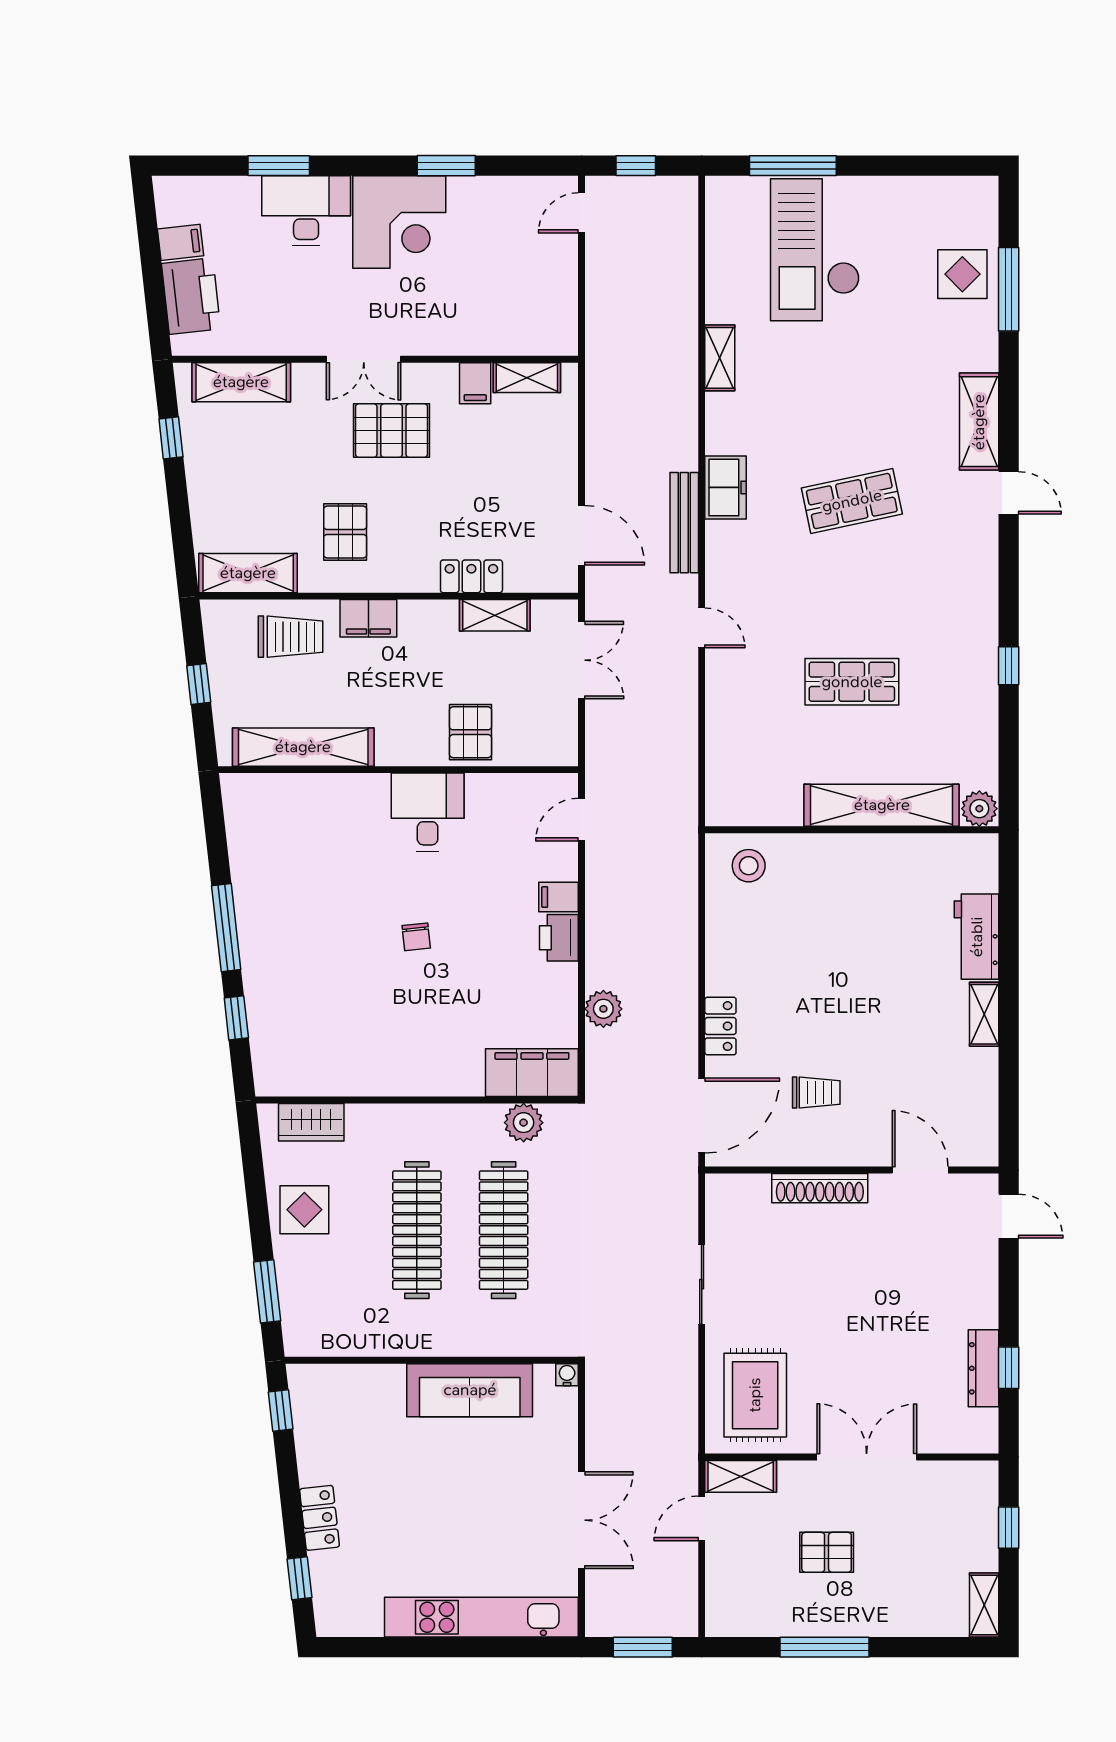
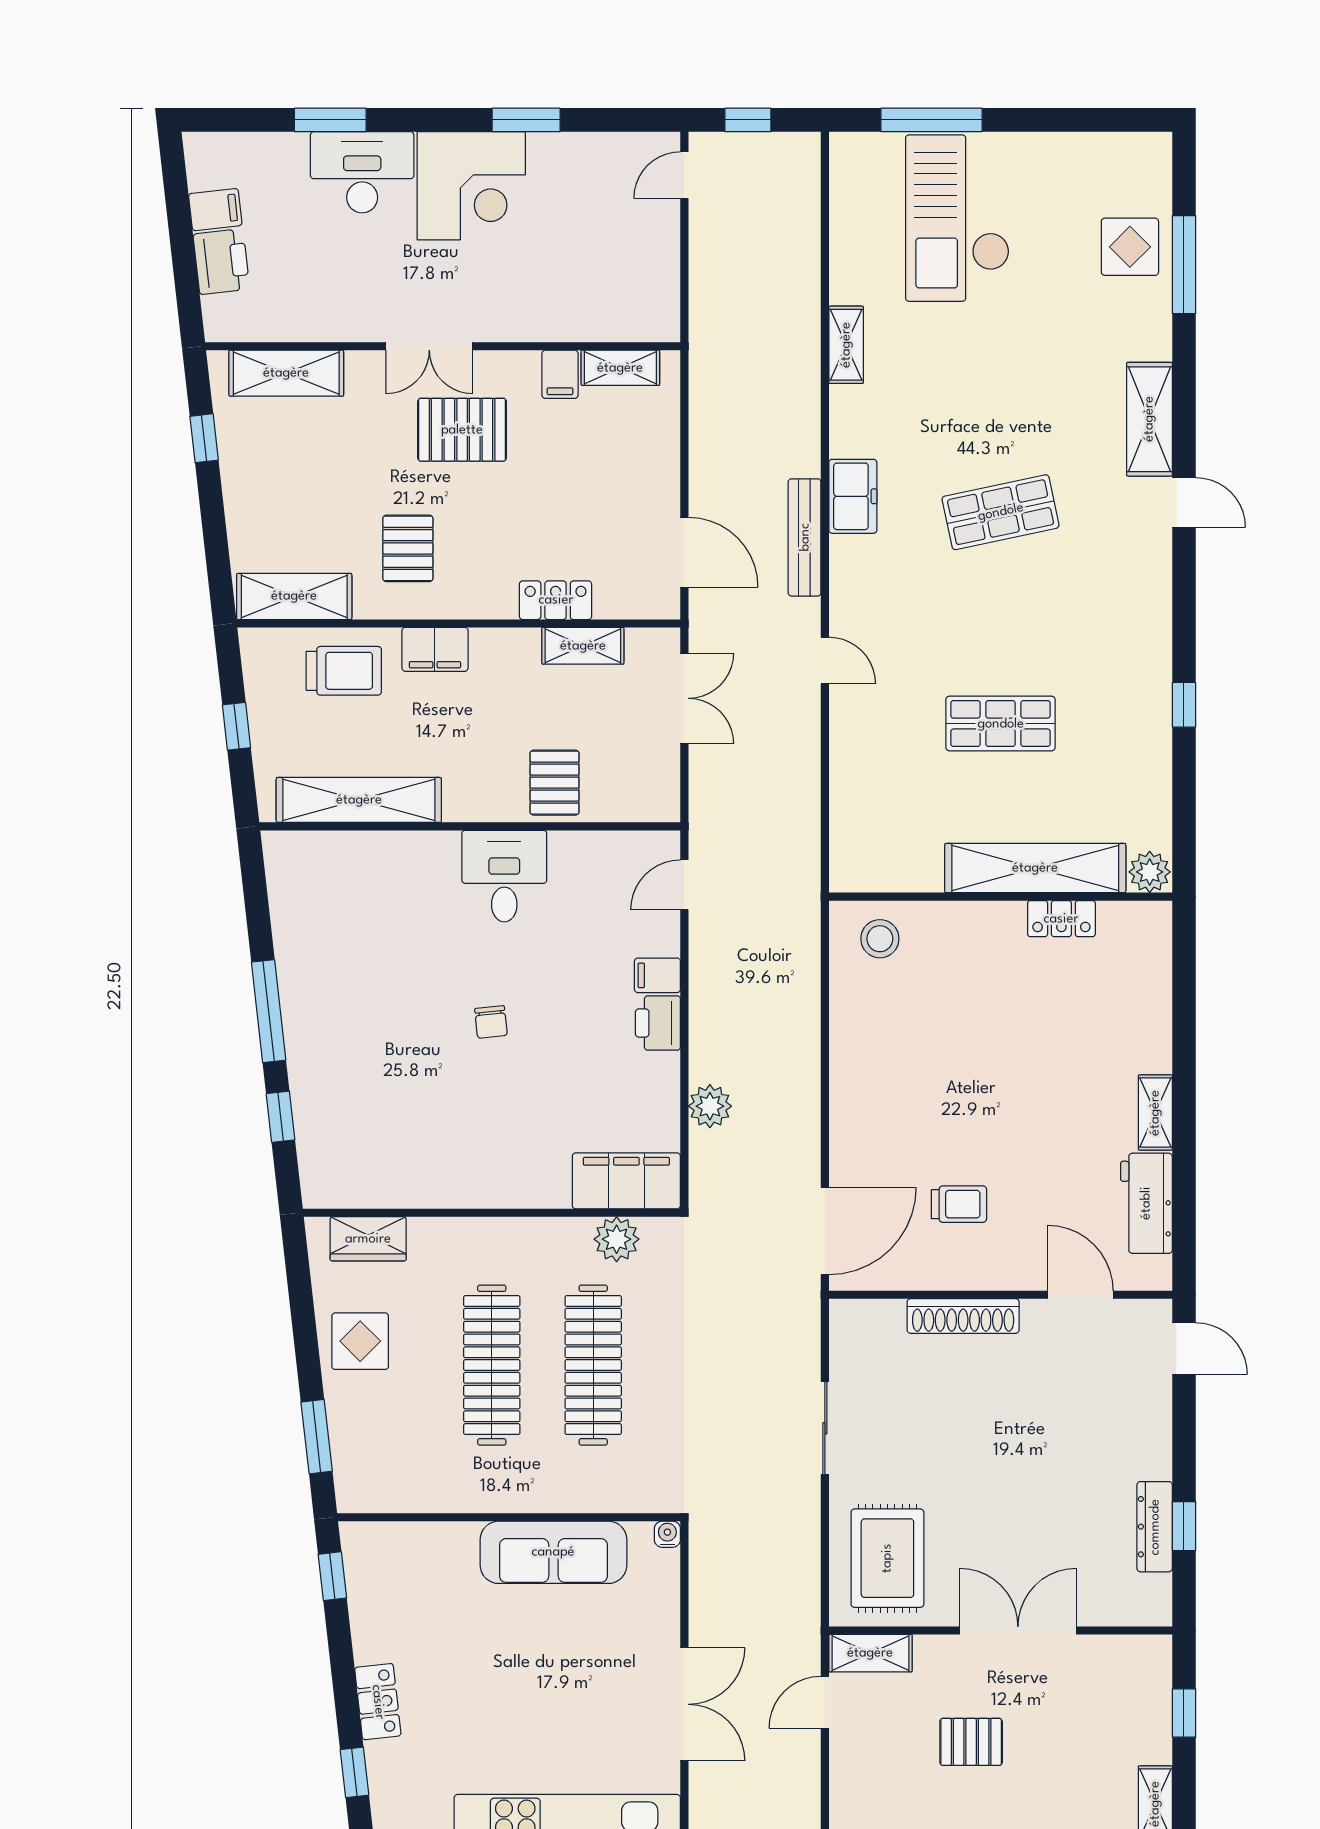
printer: (191, 296) -> (221, 262), width x0.73, depth x0.84
workbench: (977, 937) -> (1146, 1203), moved
locker: (720, 1026) -> (1061, 919), moved, turned 90

